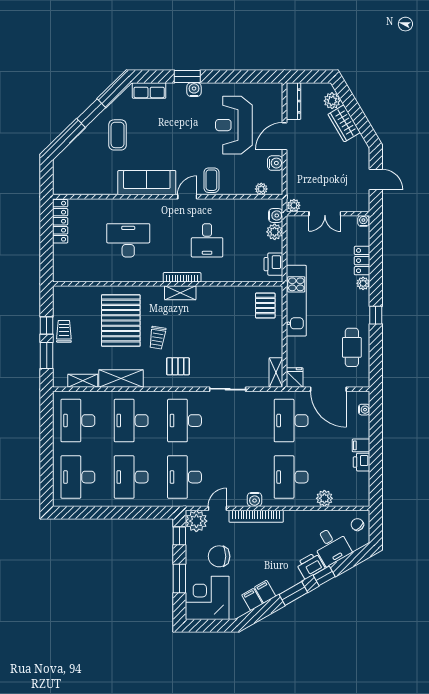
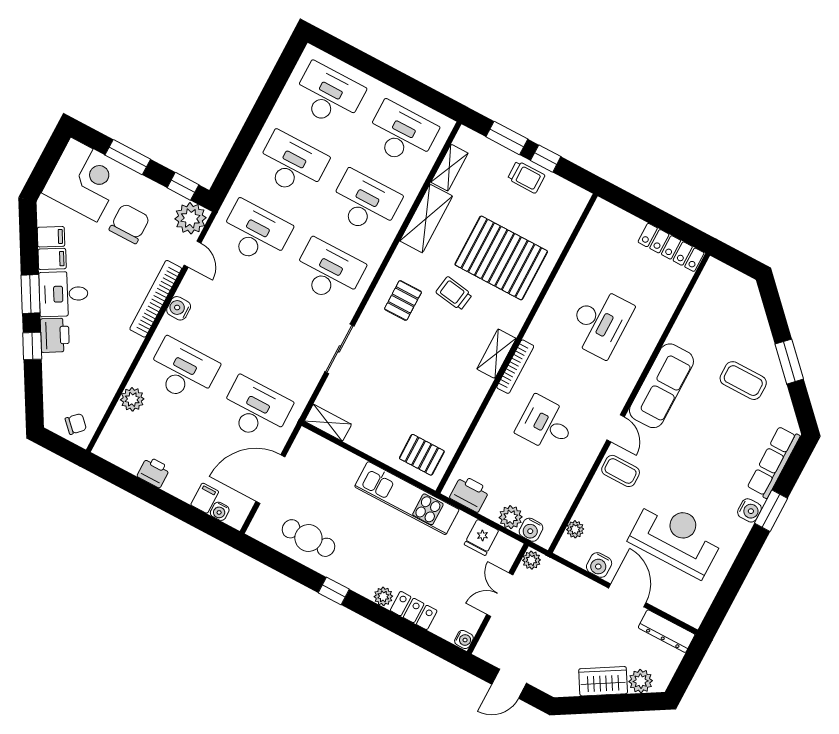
row of seats: (149, 91) -> (774, 462), width x1.48
fridge: (295, 377) -> (481, 537), moved, turned 90
filing cabinet: (361, 445) -> (205, 498), moved
desk: (331, 546) -> (64, 294), moved

